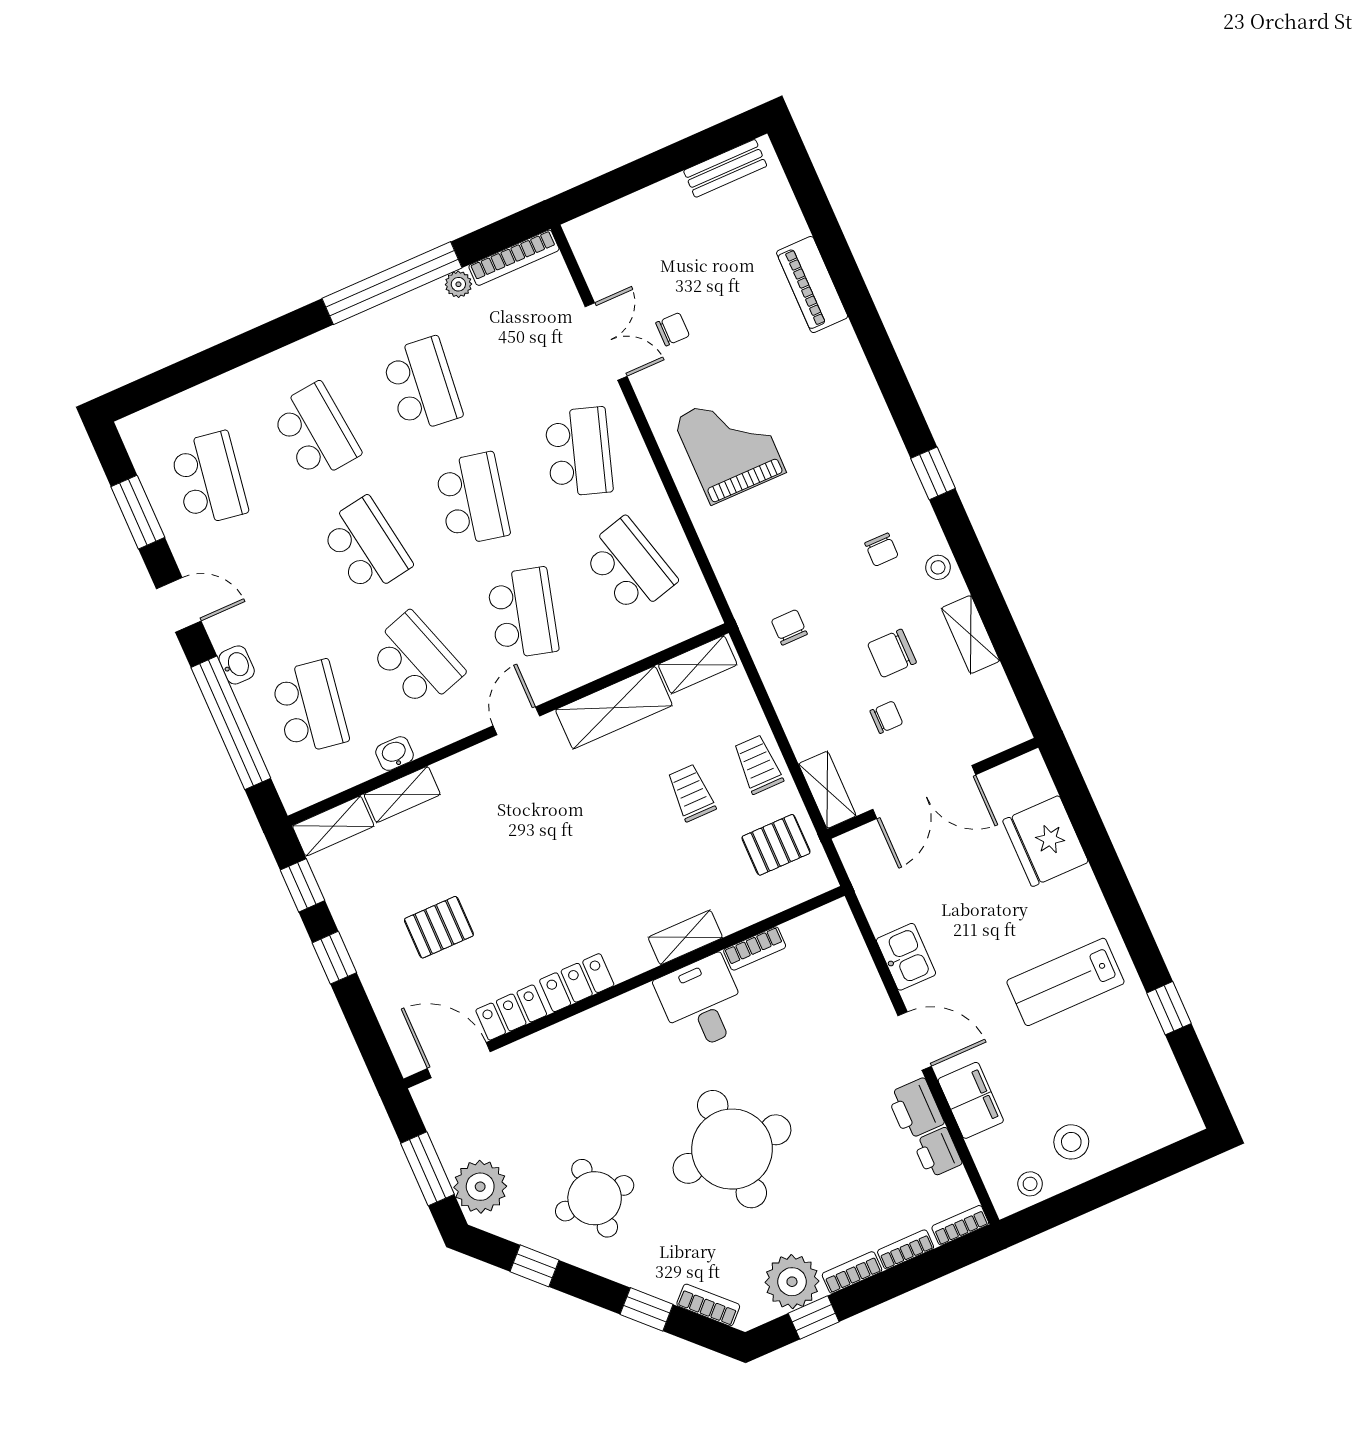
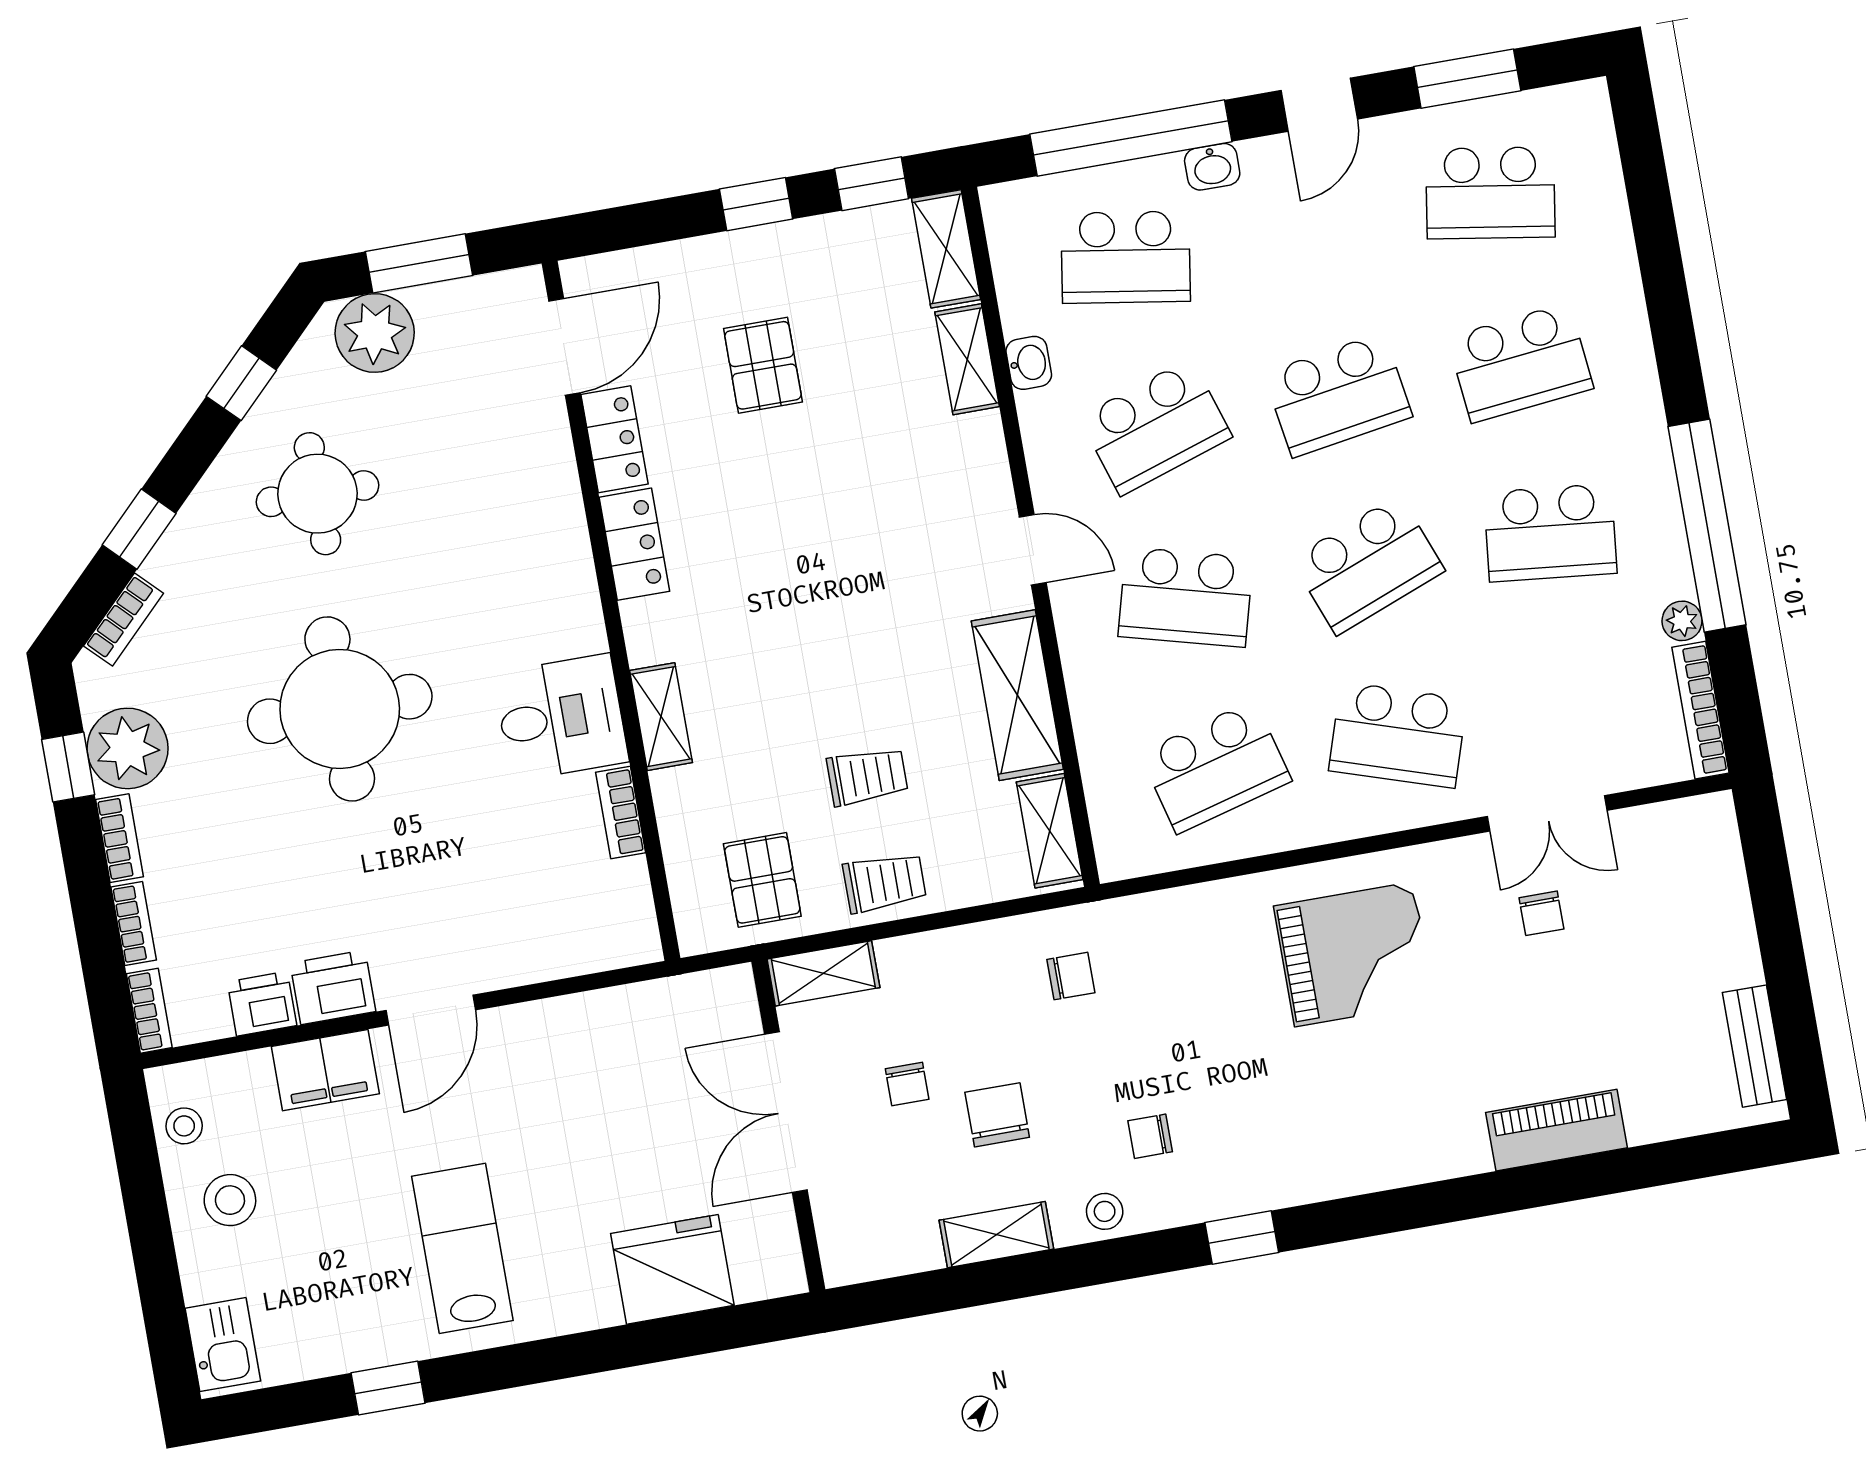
school desk: (472, 499) -> (1368, 565), turned -33
kitchen sink: (906, 957) -> (223, 1345), moved, turned -90

